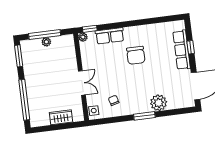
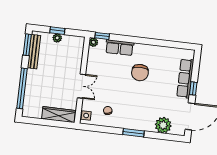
window: (45, 35) -> (57, 31), width x0.46
window: (191, 47) -> (193, 88), moved
bench: (27, 61) -> (34, 52), added
plant: (159, 103) -> (163, 125), moved
wardrobe: (61, 117) -> (59, 115), width x1.50

